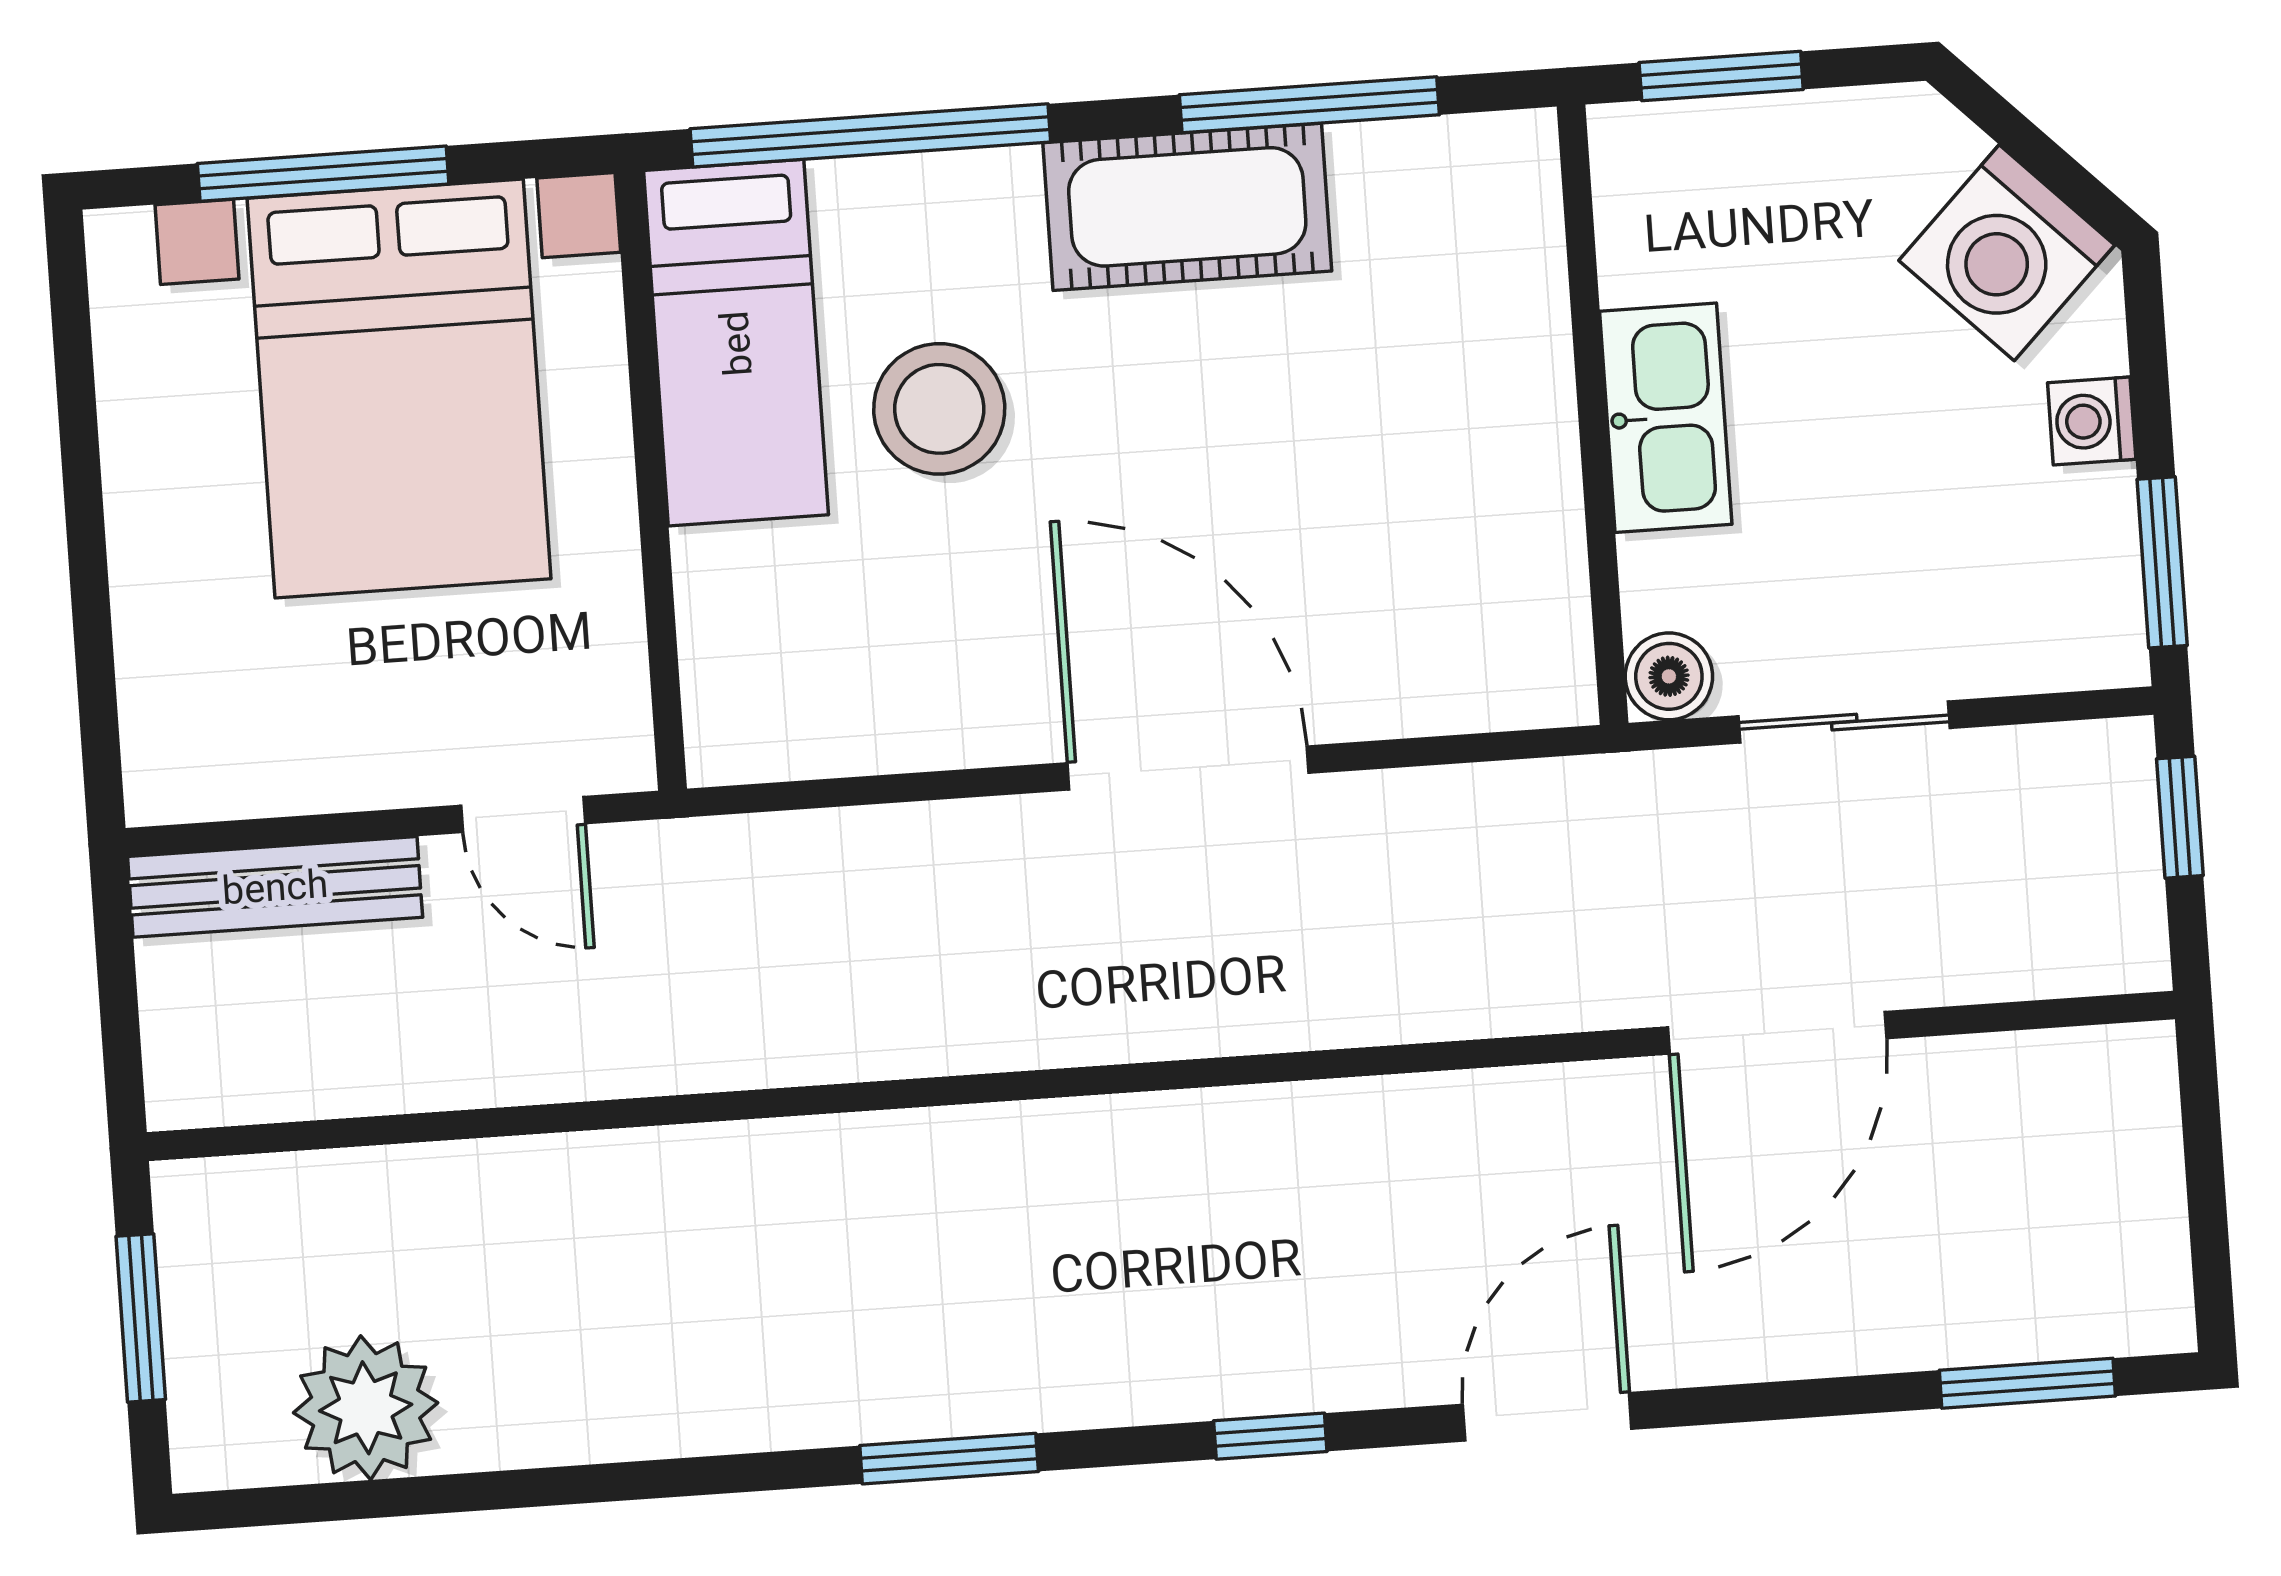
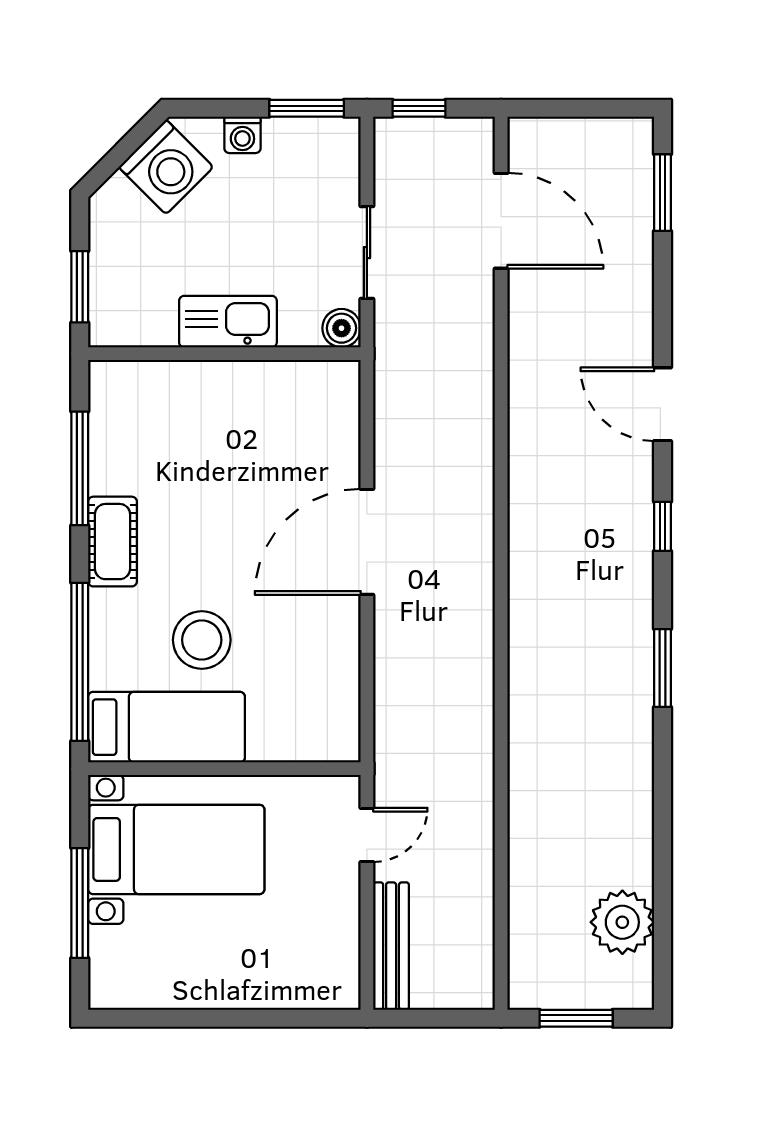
cot: (1187, 207) -> (112, 542), width x0.73, depth x0.75
bed with nightstands: (399, 388) -> (176, 849), width x0.73
door: (1777, 1033) -> (501, 221), moved

